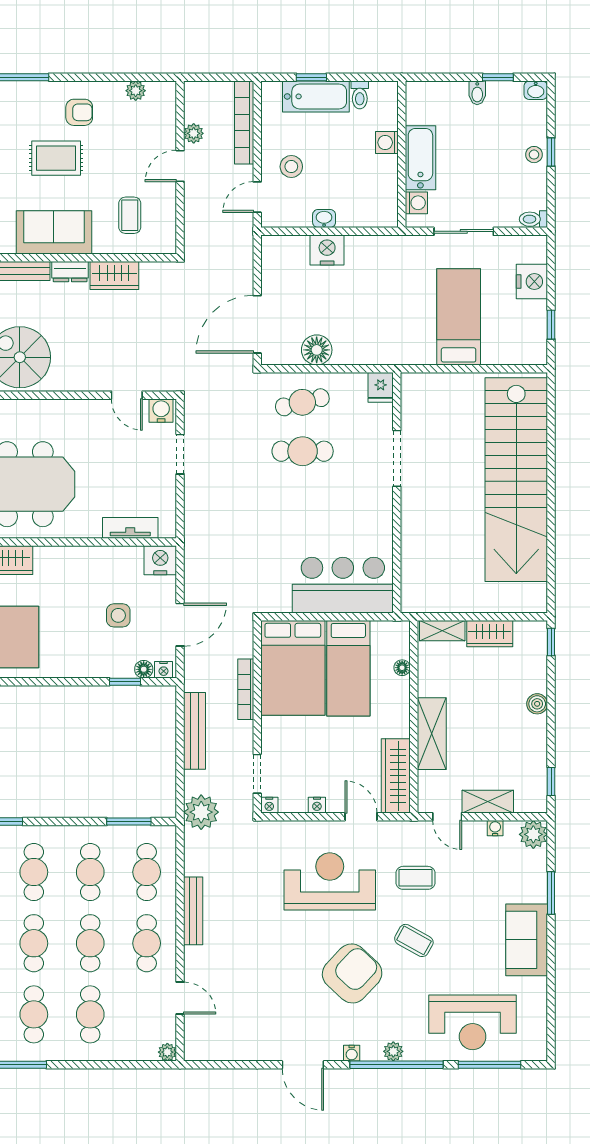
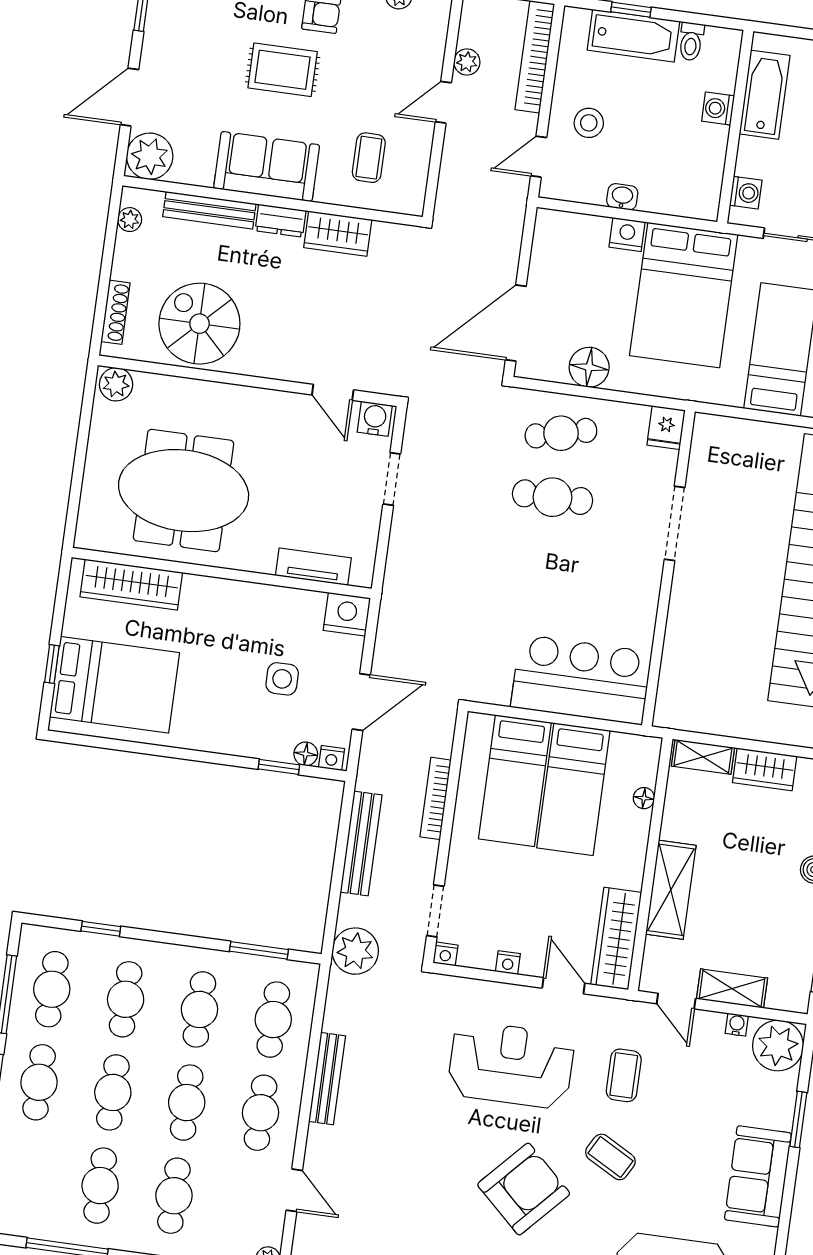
bathtub: (420, 158) -> (765, 95), moved
nightstand: (327, 250) -> (627, 234), width x0.74, depth x0.75
bed: (380, 286) -> (684, 295), added
bed: (293, 668) -> (515, 781), width x0.67
plant: (533, 834) -> (778, 1045), width x1.36, depth x1.36
coffee table: (415, 878) -> (624, 1075), turned 90

